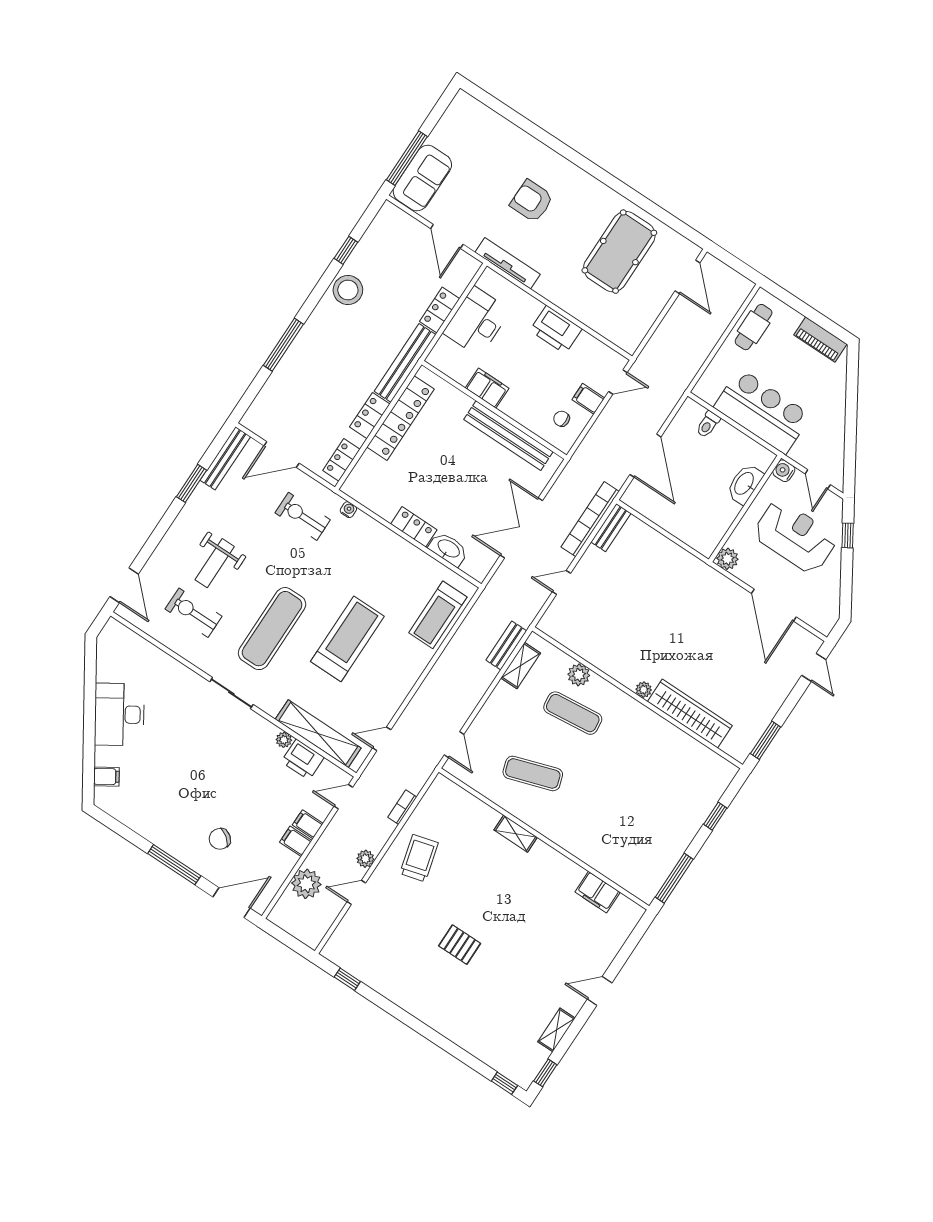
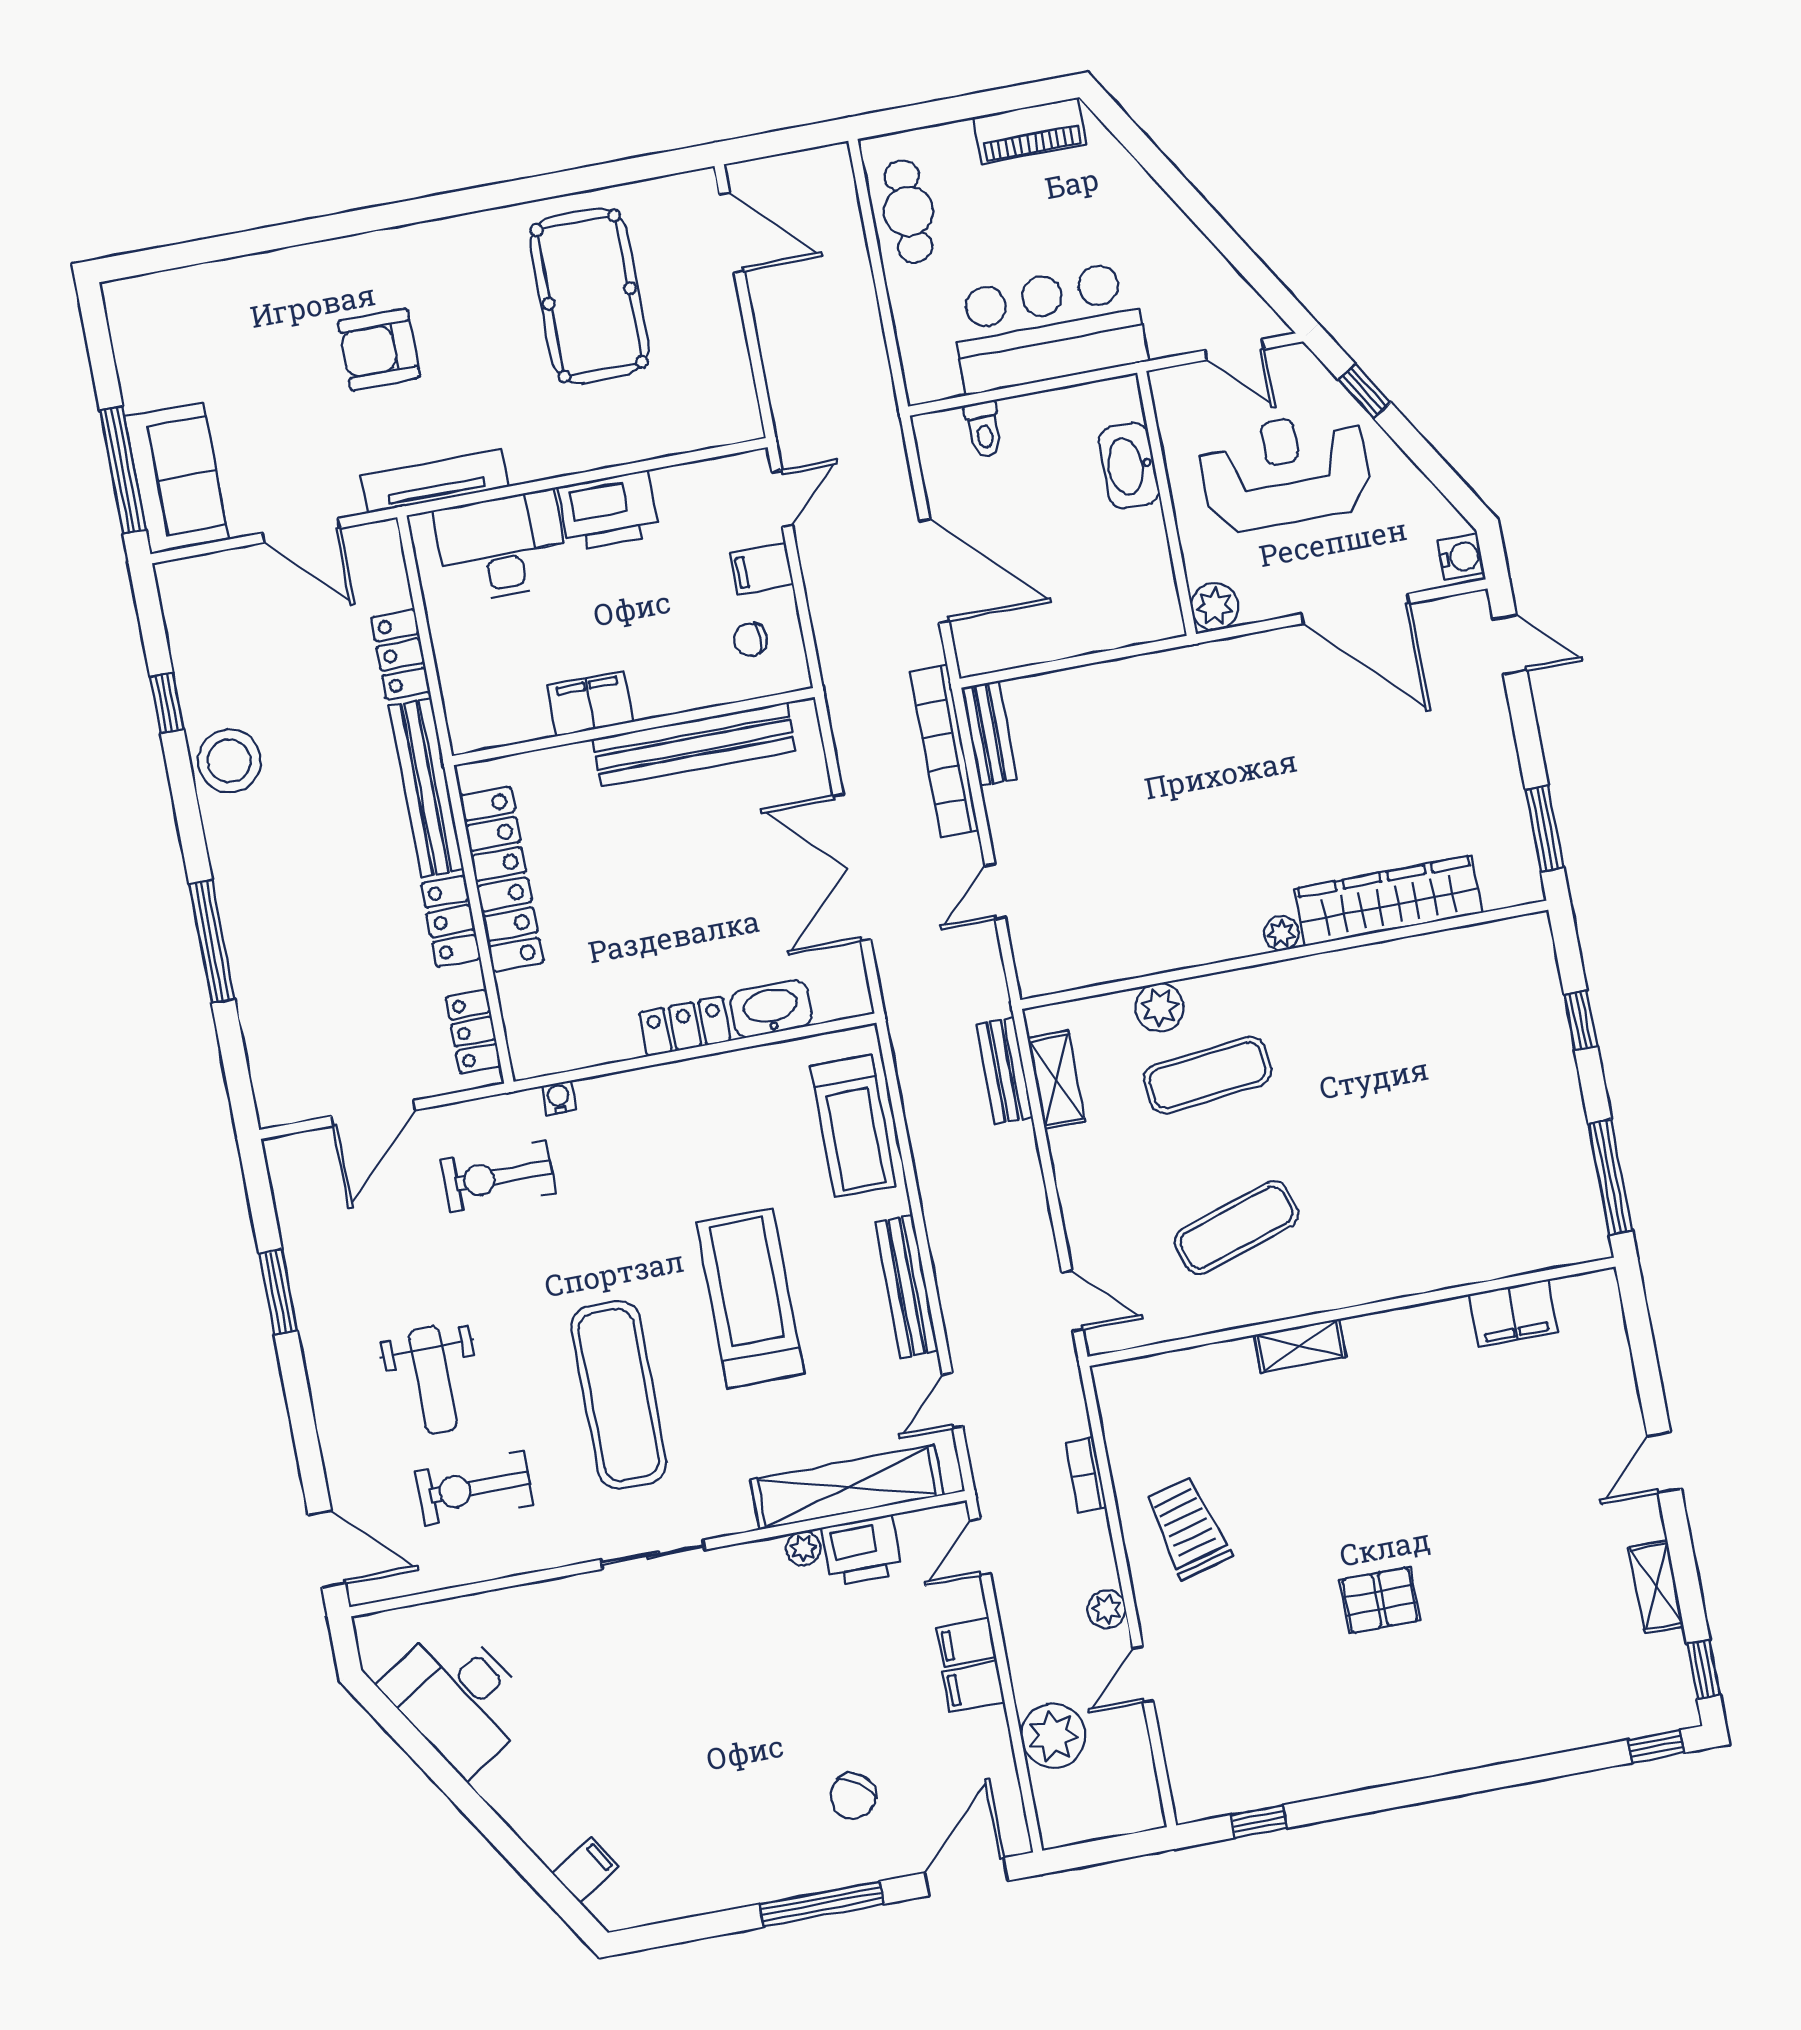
desk: (477, 322) -> (502, 547), moved, turned 90
bench: (225, 458) -> (907, 1287), moved
water cooler: (784, 471) -> (1461, 557), moved, turned 180
desk: (119, 714) -> (459, 1698), moved

